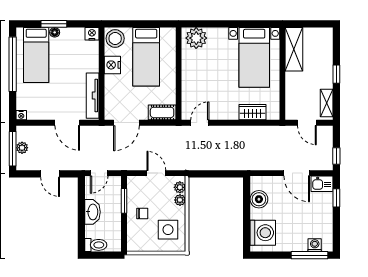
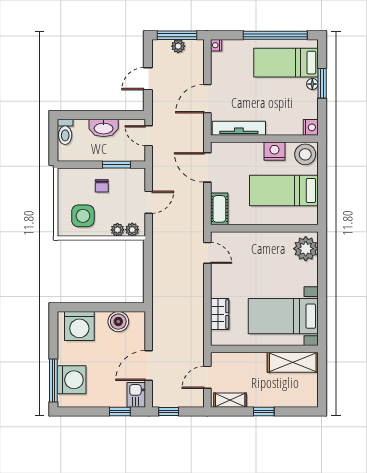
washing machine: (315, 245) -> (72, 380), width x1.89, depth x1.89

